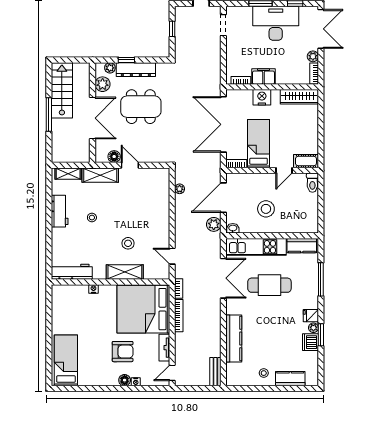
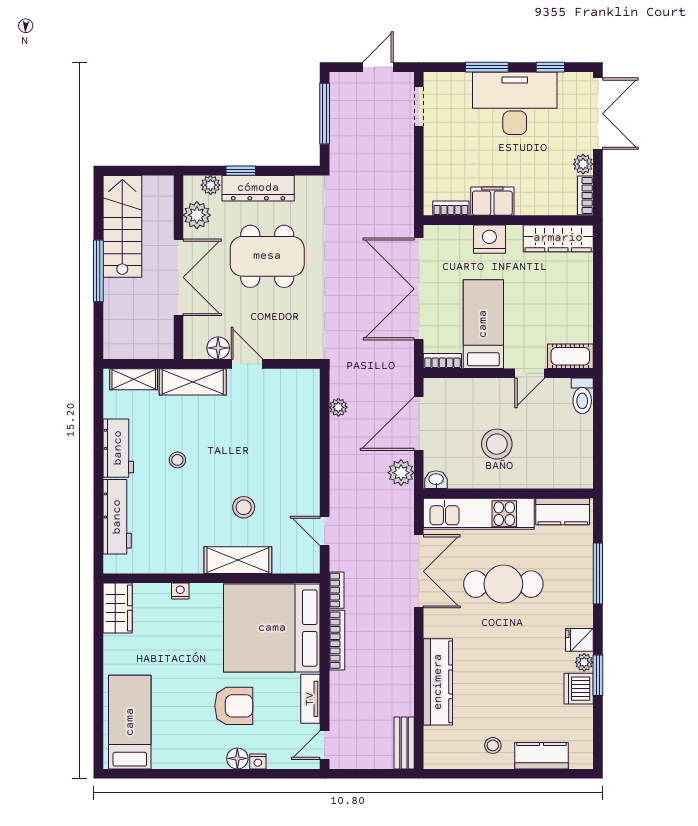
window: (172, 29) -> (325, 114), width x2.17
workbench: (72, 272) -> (117, 517), moved, turned 90
wardrobe: (59, 298) -> (118, 608), added

